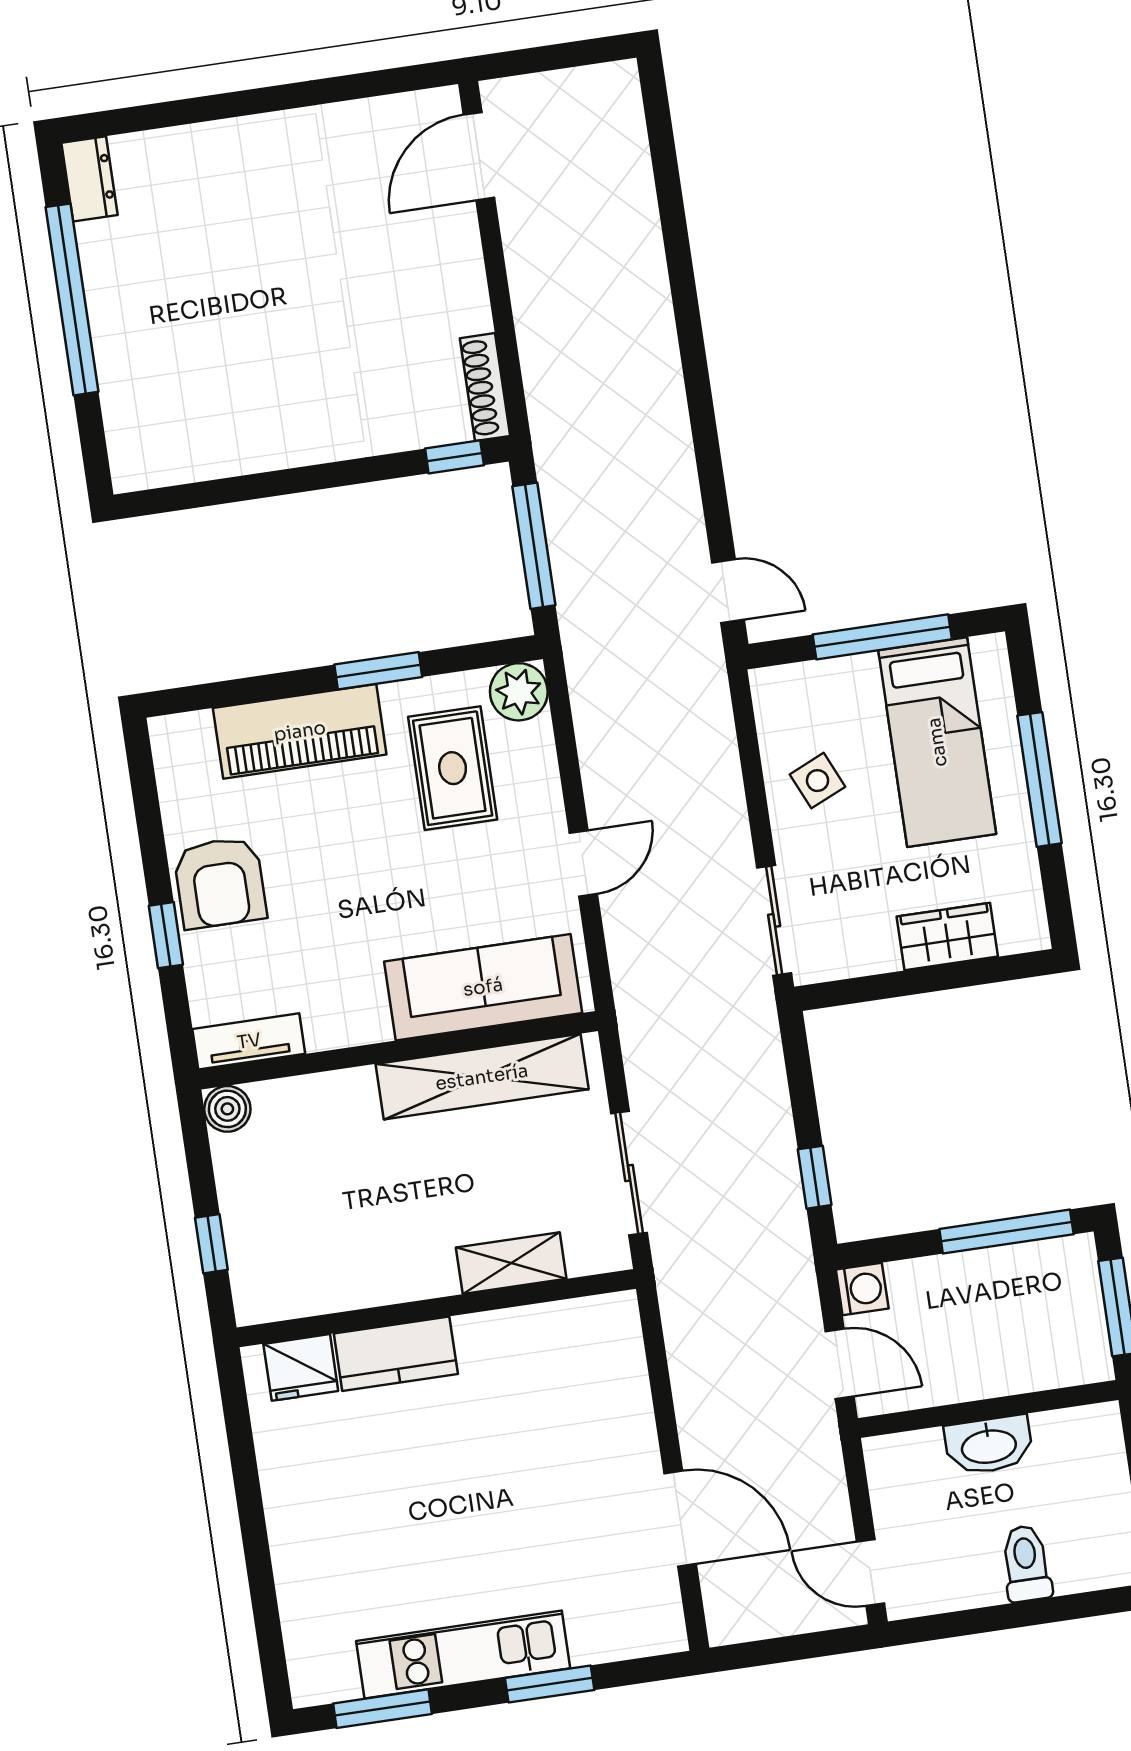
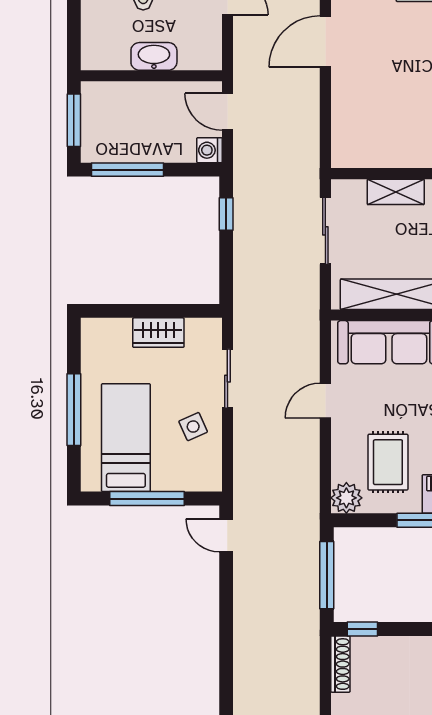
sliding door: (774, 920) -> (227, 379), moved
wardrobe: (947, 937) -> (158, 333), moved
door: (680, 1518) -> (325, 41), hinge flipped

